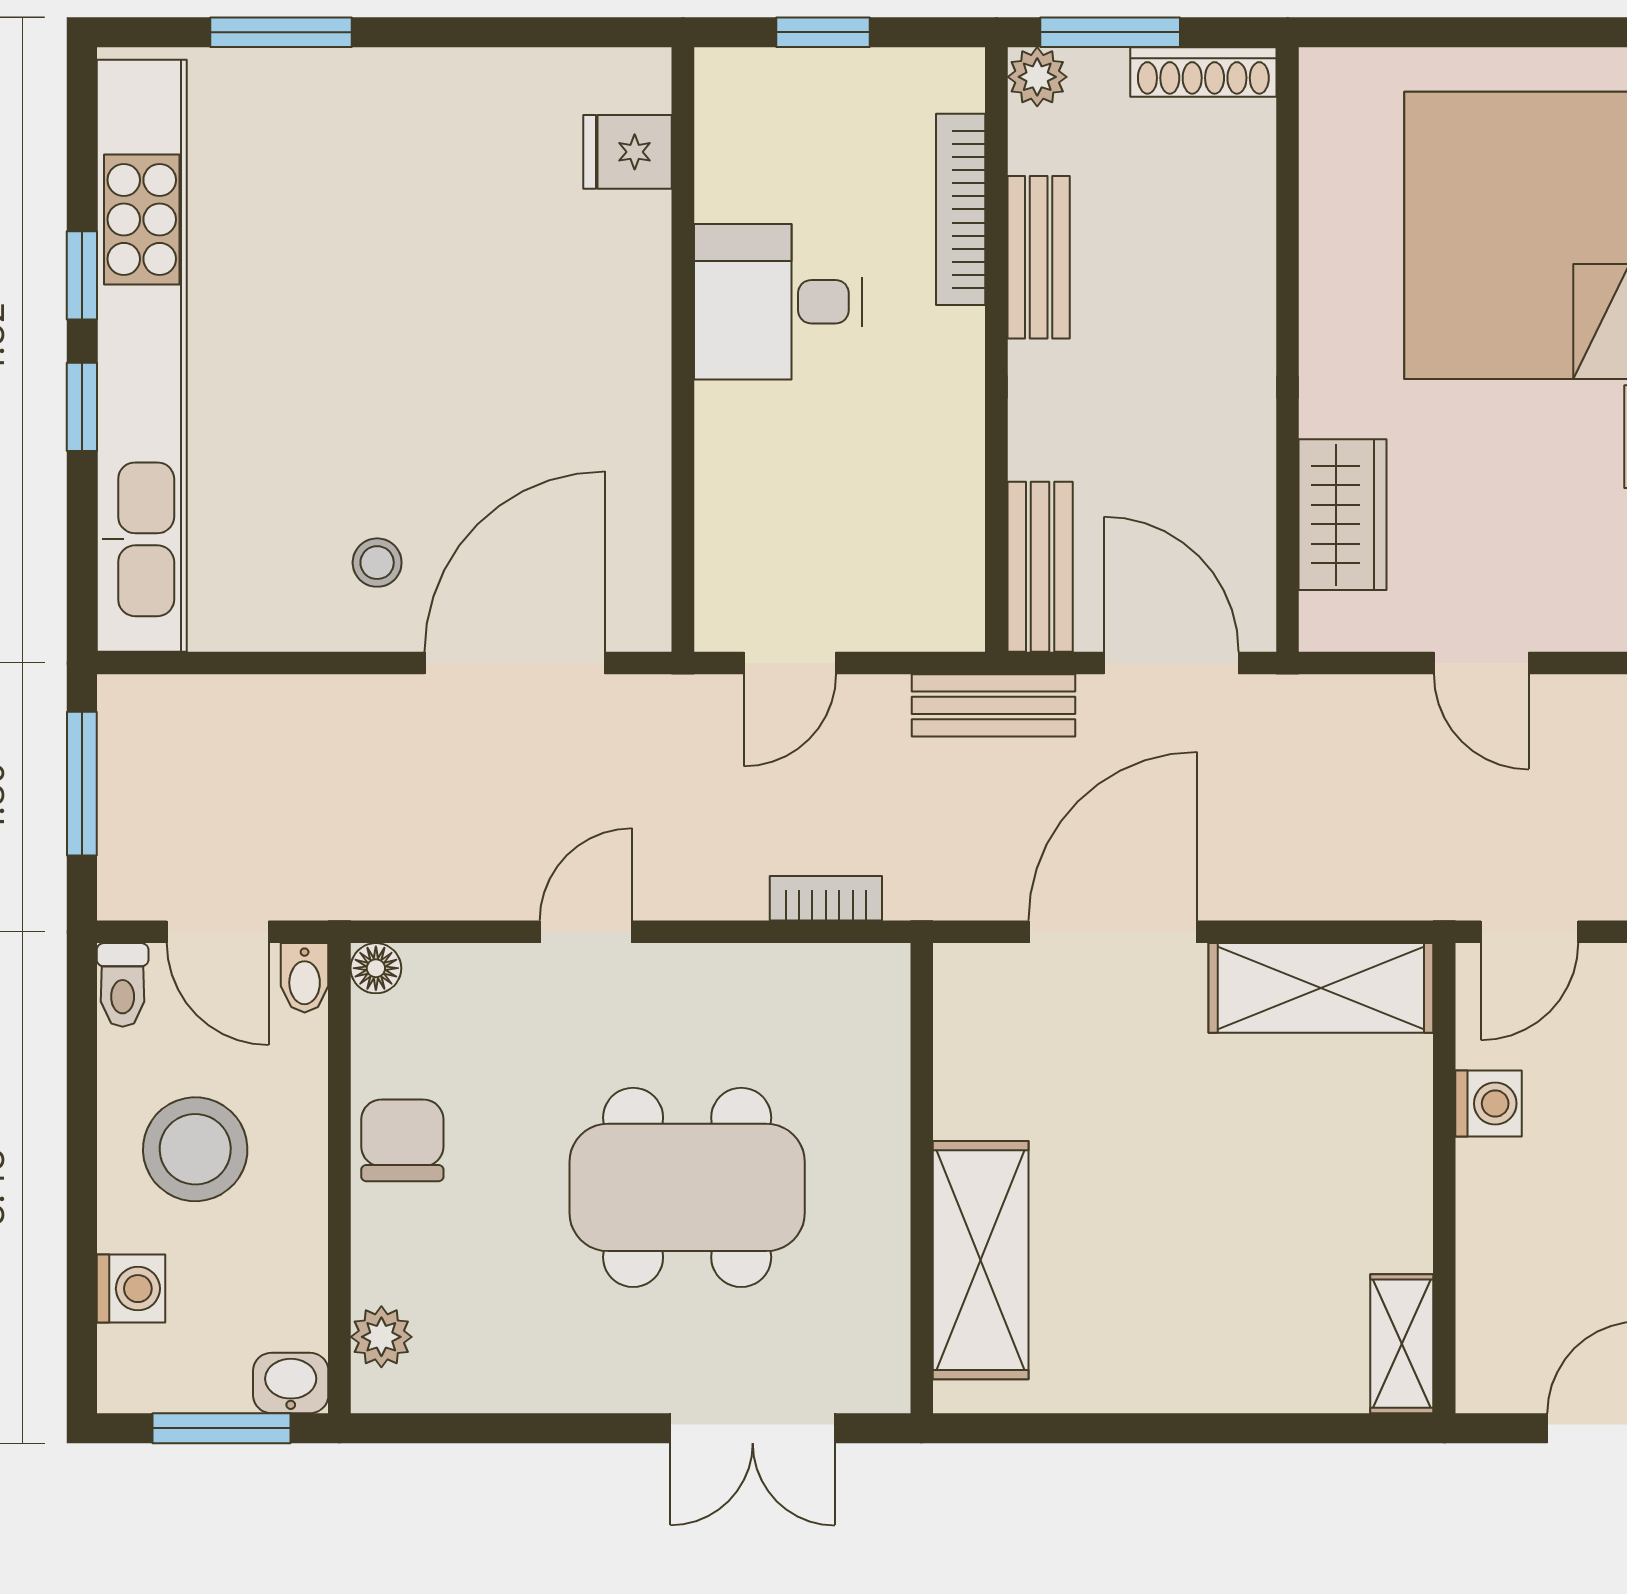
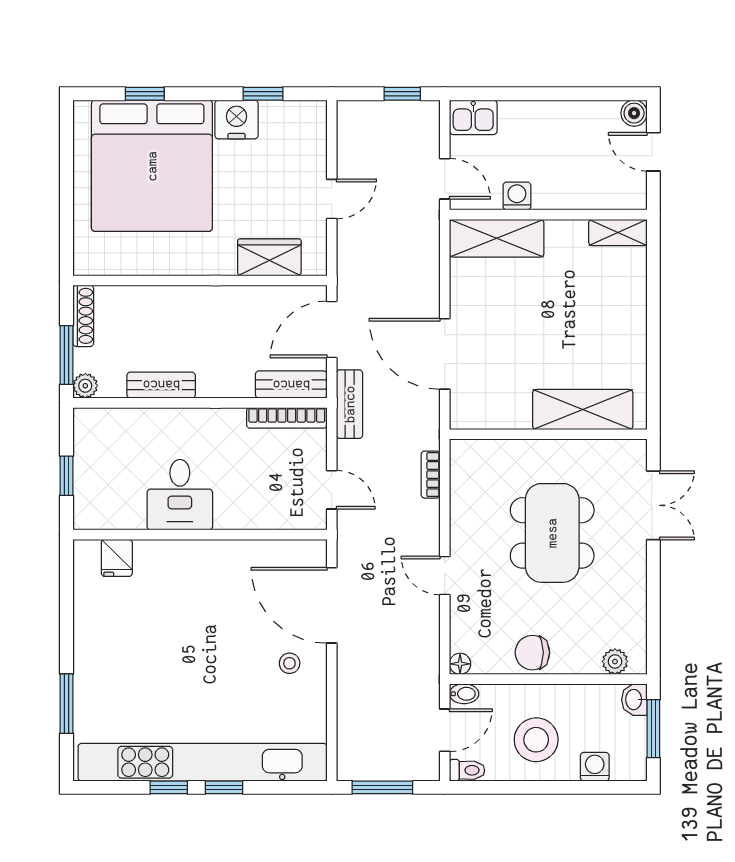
bookcase: (961, 209) -> (287, 418), moved
shelving: (1321, 988) -> (497, 238), moved, turned 90

